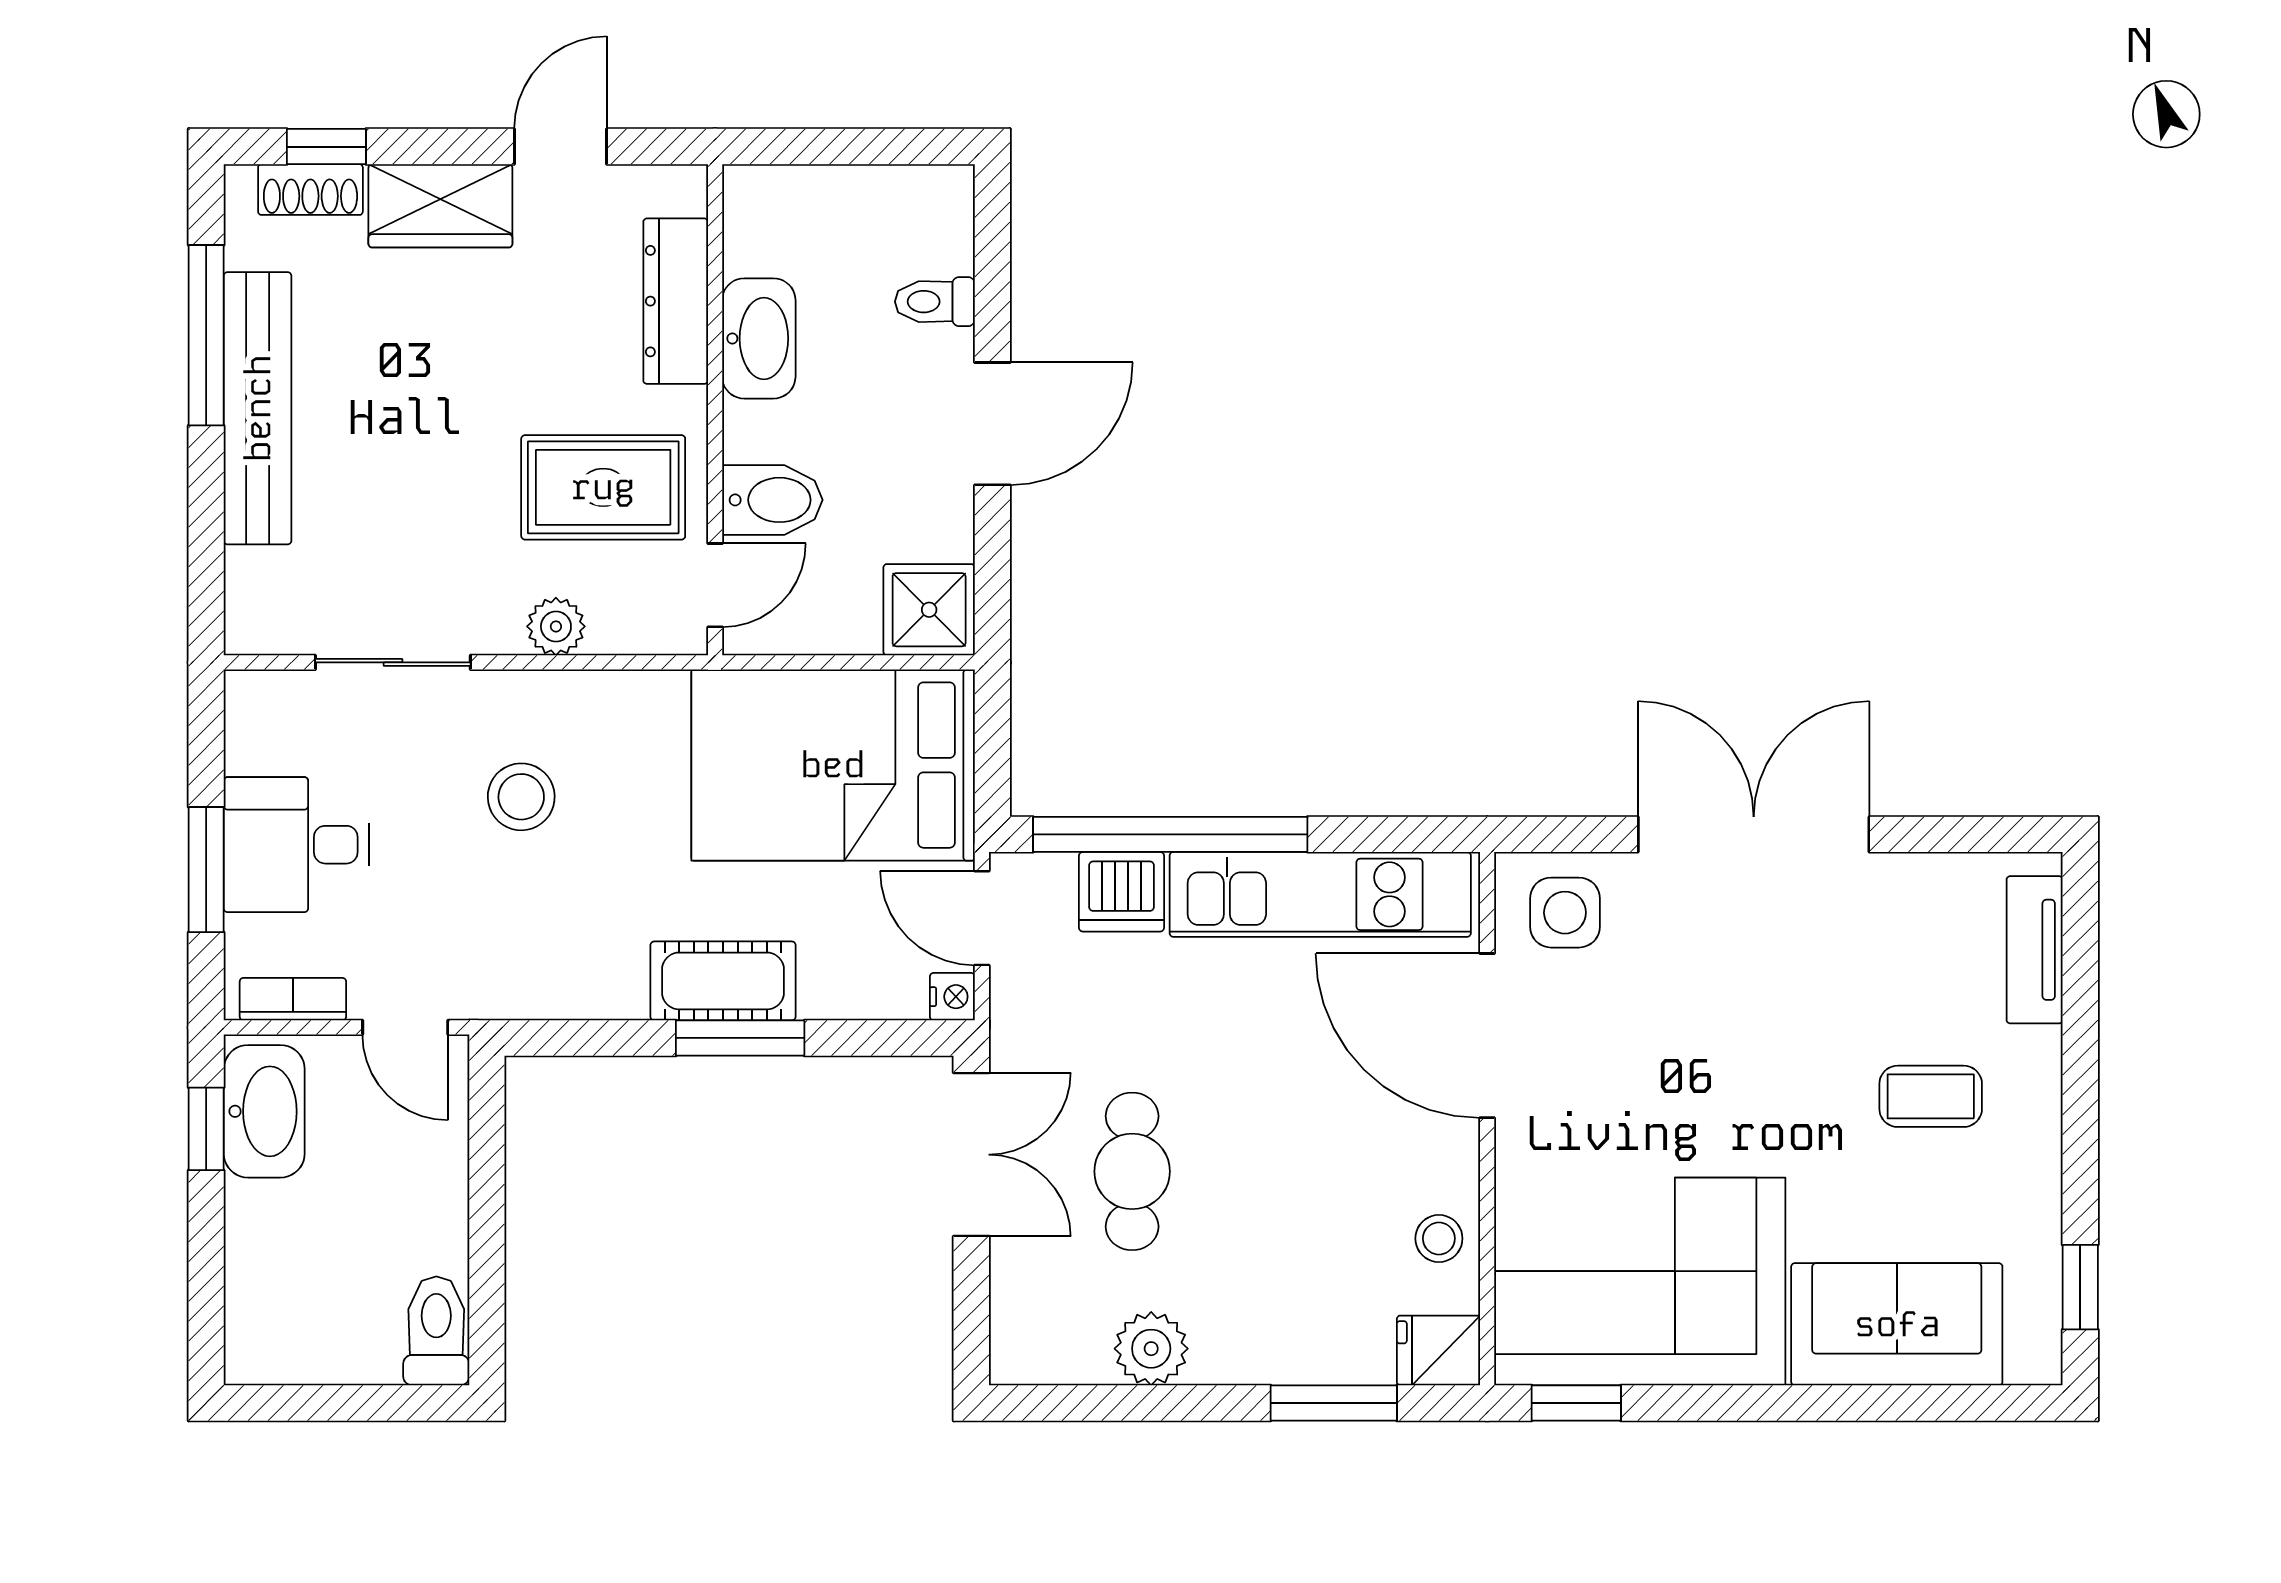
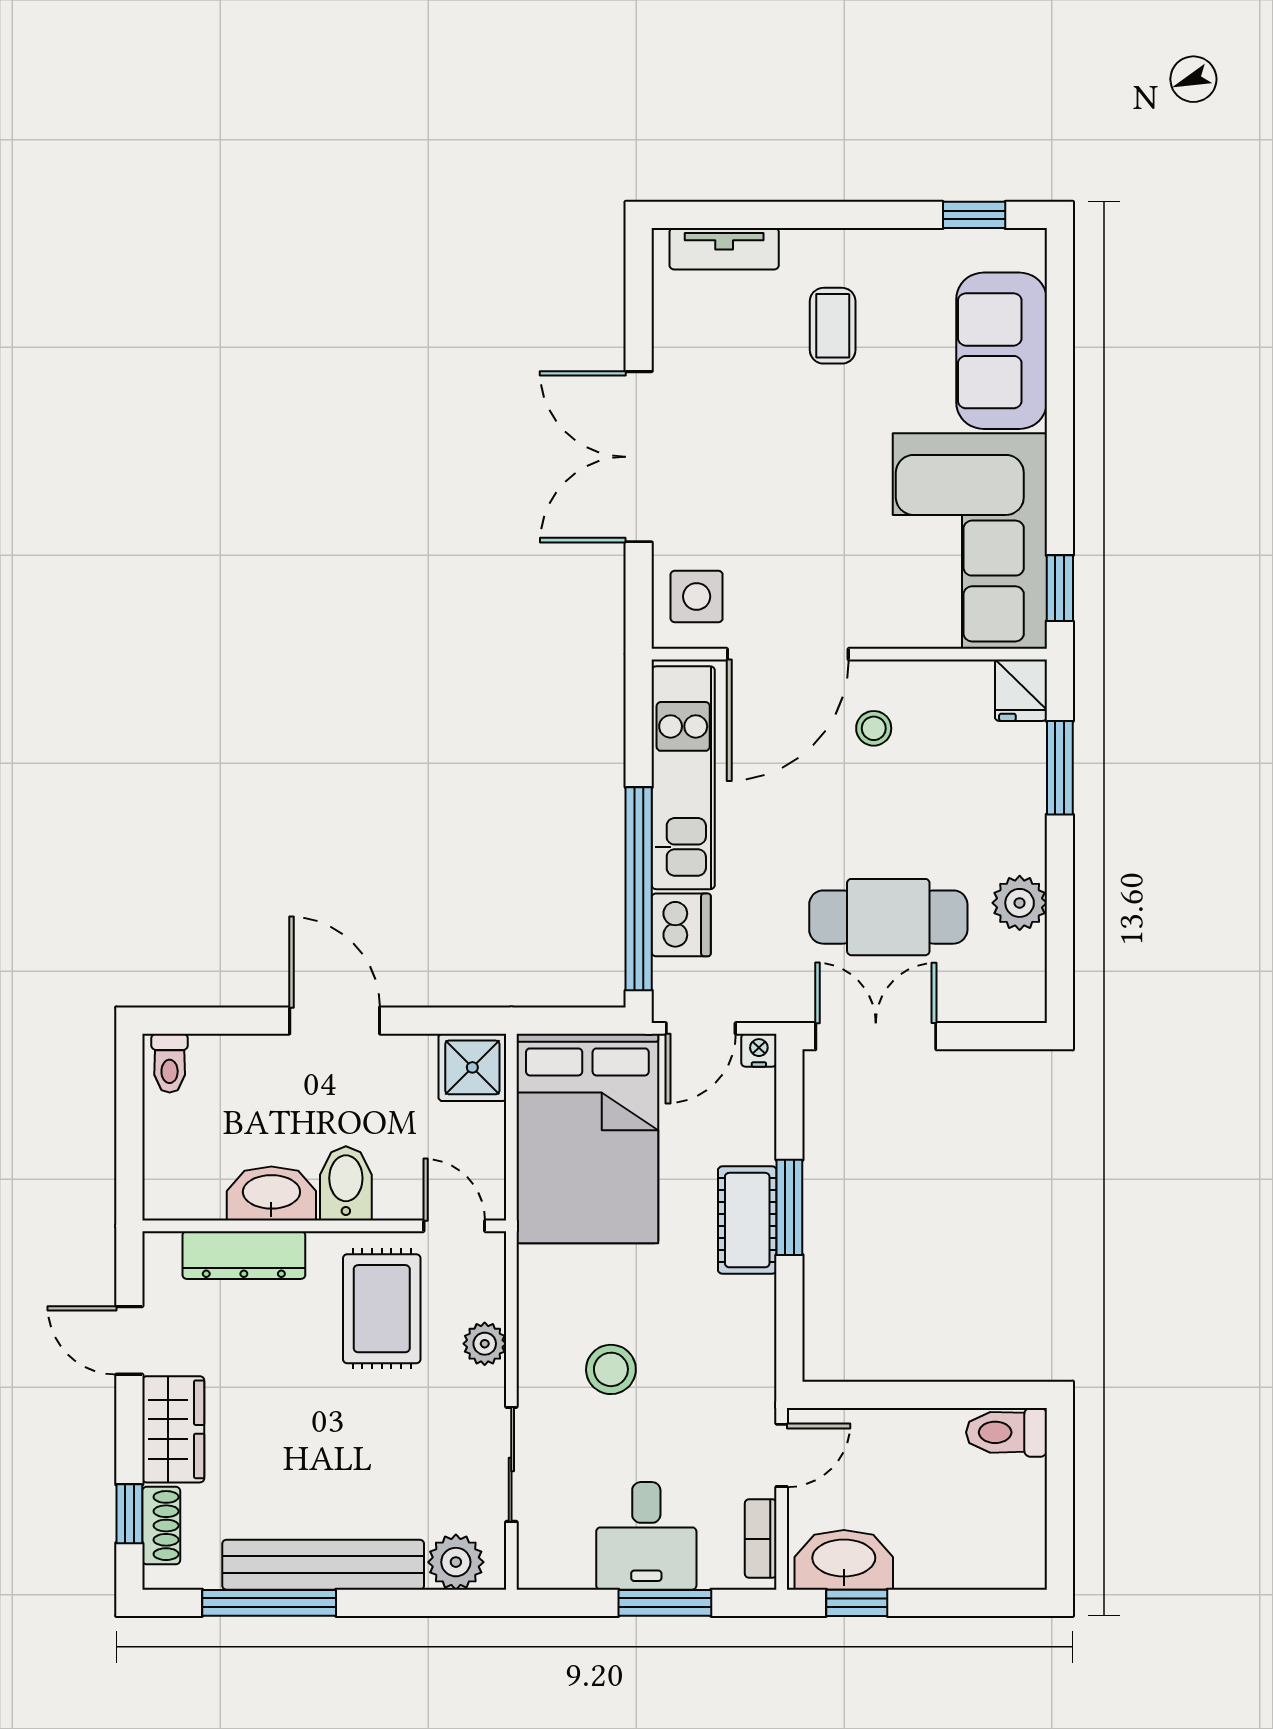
toilet: (935, 302) -> (170, 1063), moved
bidet: (772, 500) -> (346, 1183), moved
plant: (261, 587) -> (456, 1562), added
cafe table: (1132, 1171) -> (888, 917), width x1.37, depth x1.35
stool: (1439, 1238) -> (874, 728), moved

